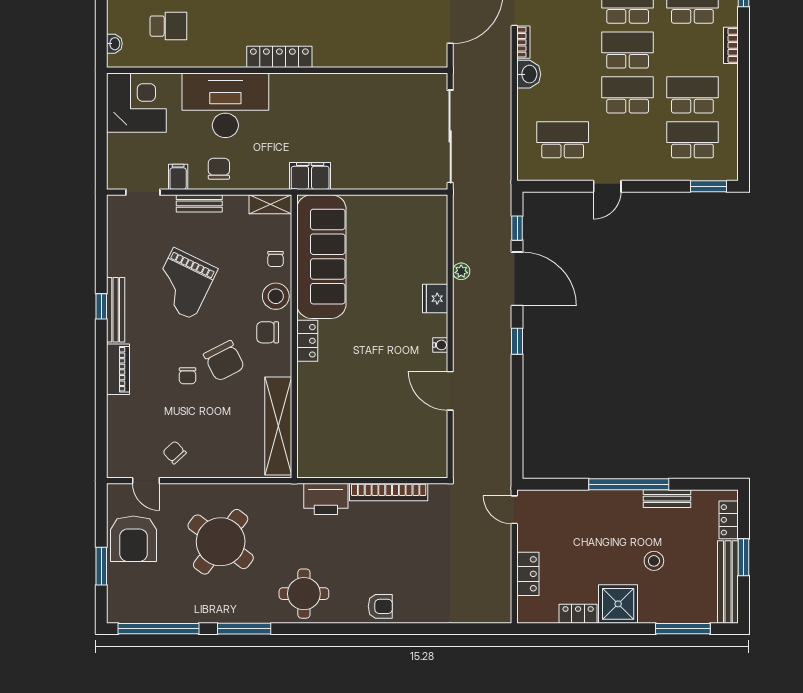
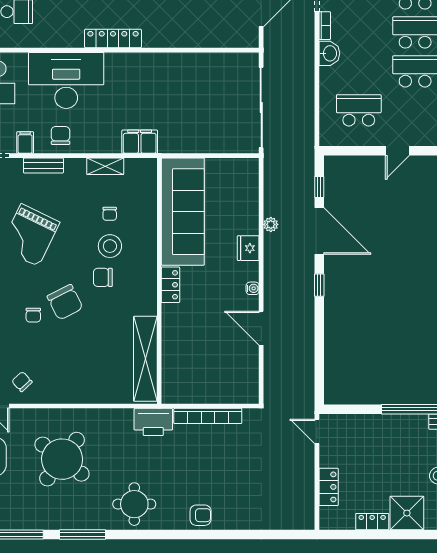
sofa: (321, 257) -> (183, 212), moved
wall: (294, 336) -> (159, 281), moved
locker: (307, 341) -> (170, 285), moved
shelving: (278, 426) -> (145, 359), moved

